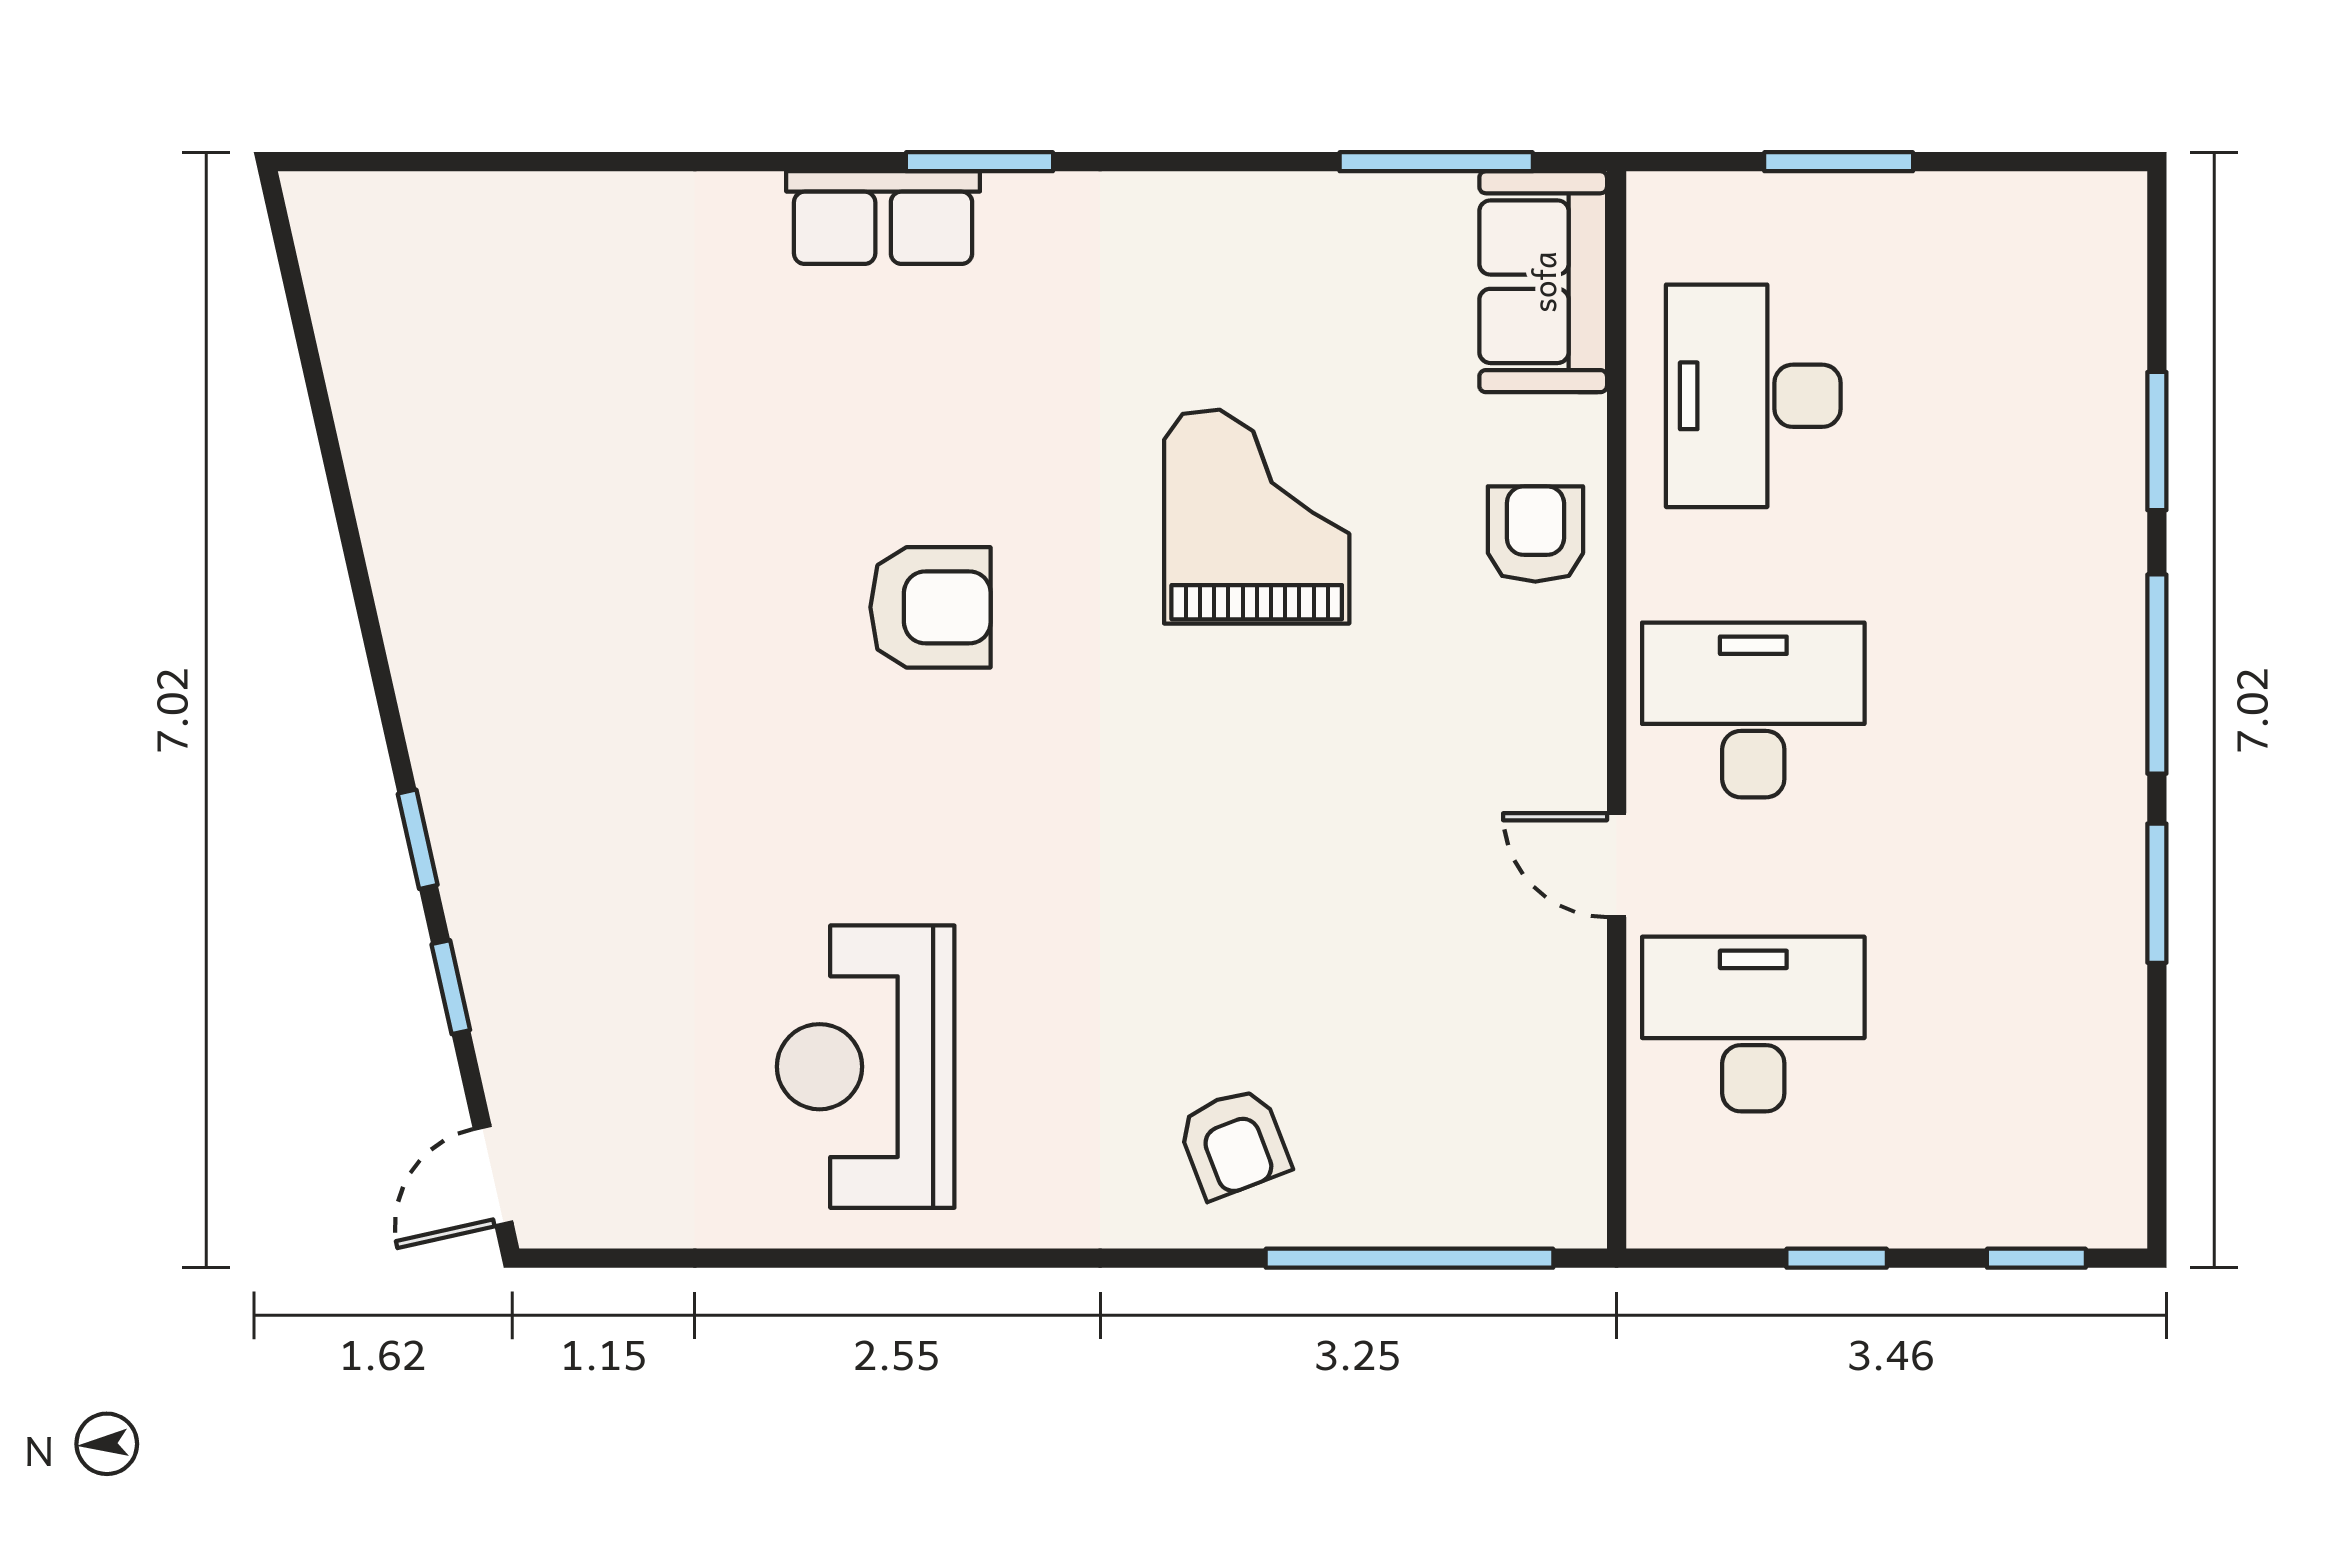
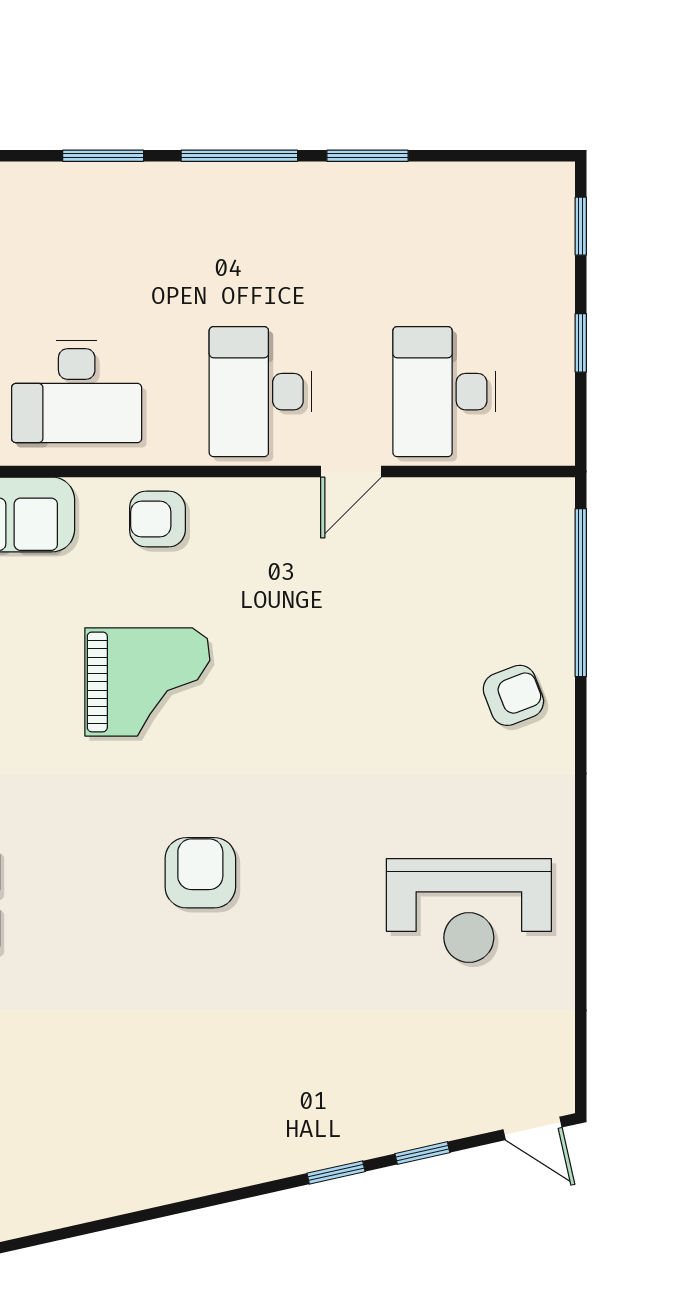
grand piano: (1257, 517) -> (147, 682), turned 180

